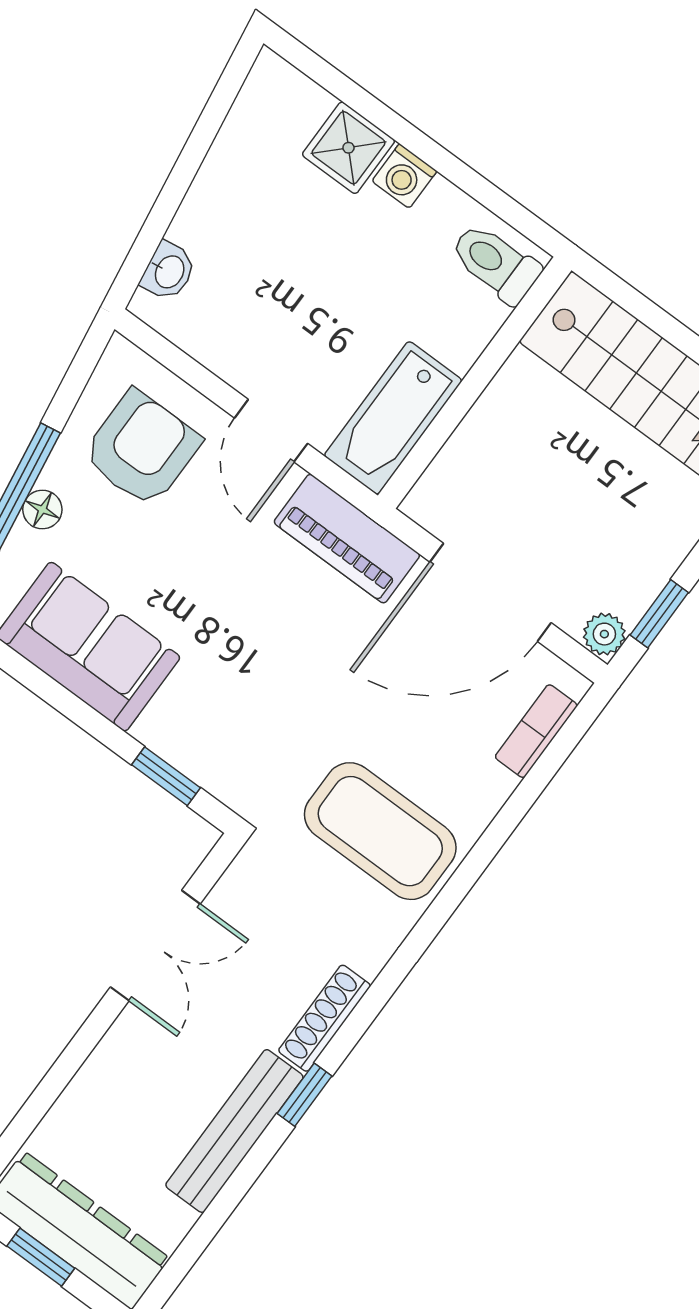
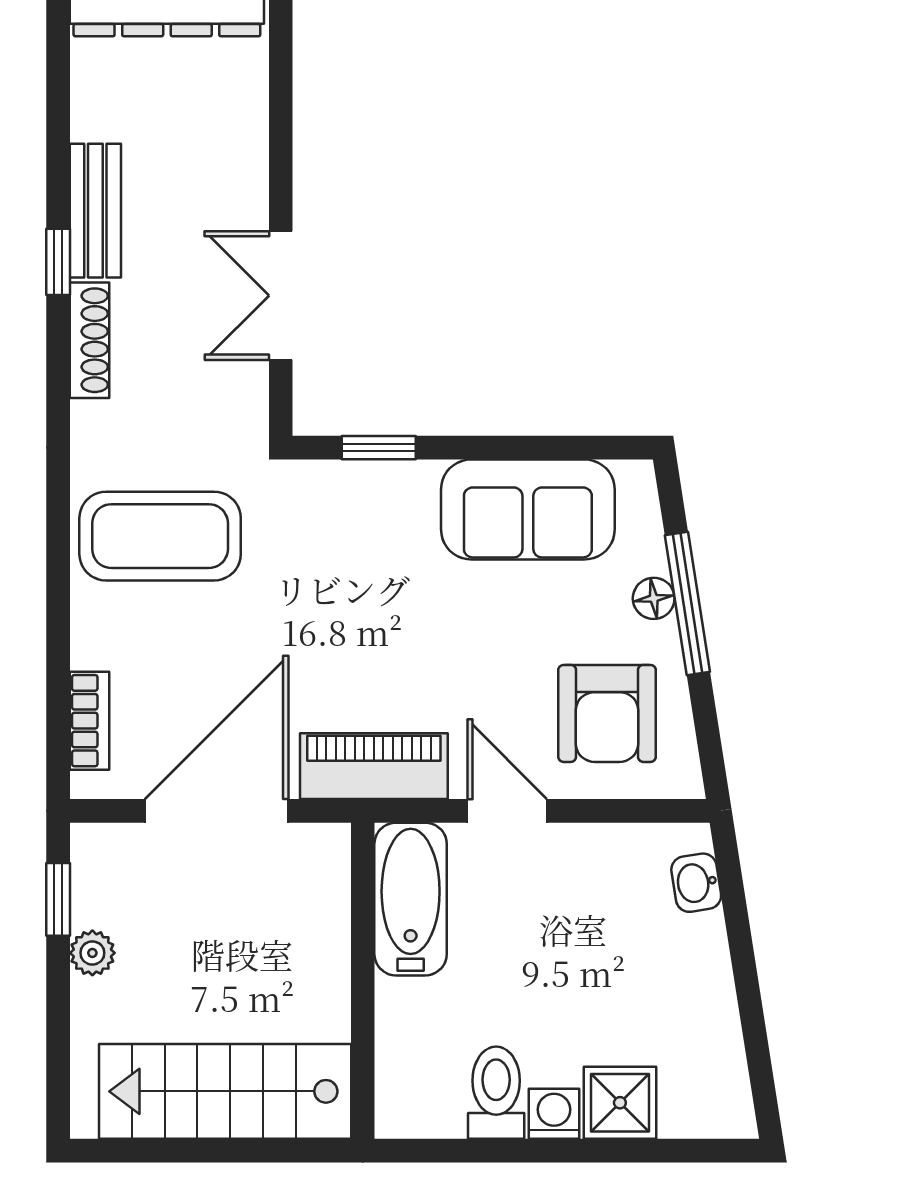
toilet: (495, 263) -> (496, 1093), moved, turned -90
plant: (604, 634) -> (92, 953), moved
bench: (234, 1131) -> (95, 211), width x0.73

